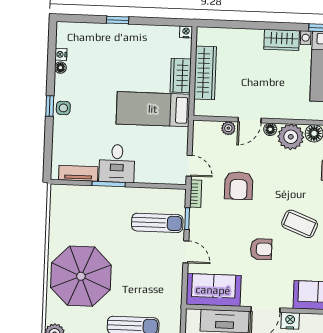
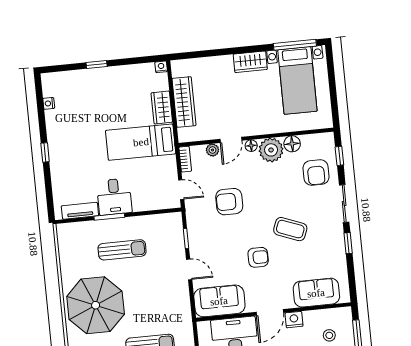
floor lamp: (60, 68) -> (50, 116), removed
side table: (63, 108) -> (58, 152), removed
armchair: (239, 186) -> (229, 202), turned 90
bookcase: (196, 194) -> (185, 159), moved
sun lounger: (157, 223) -> (122, 250), moved

